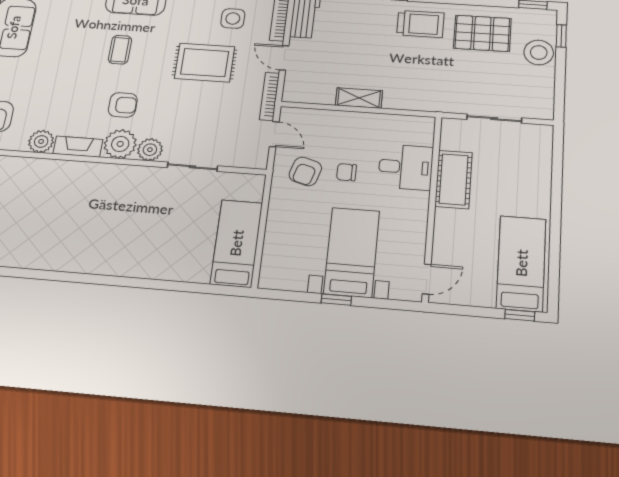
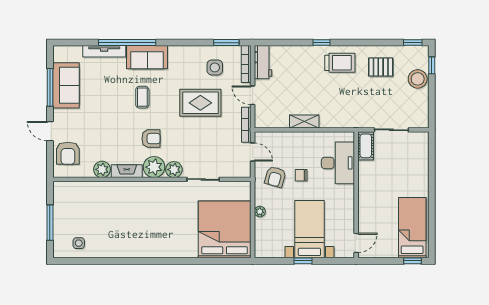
pallet: (482, 33) -> (381, 67), width x0.67, depth x0.71
desk: (406, 167) -> (338, 163), width x1.37
cot: (454, 179) -> (366, 146), moved, width x0.73, depth x0.75
plant: (275, 220) -> (260, 212), added
bed: (236, 243) -> (225, 229), width x2.04

